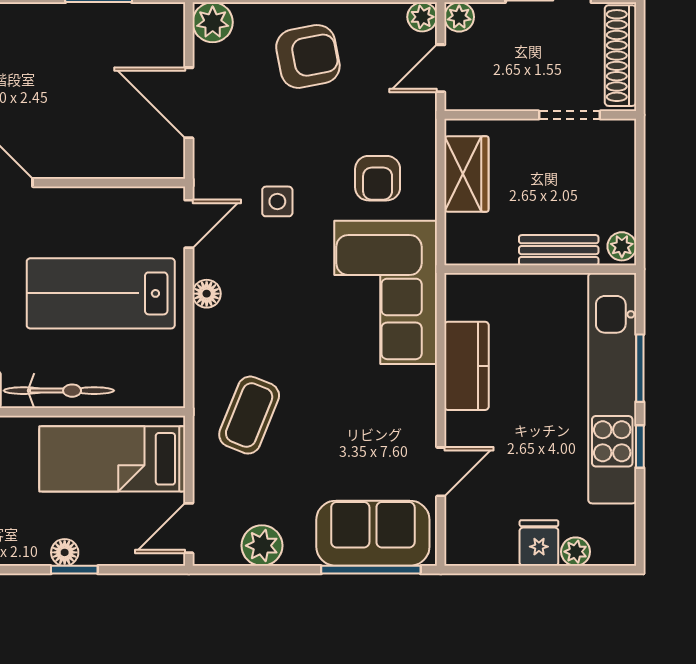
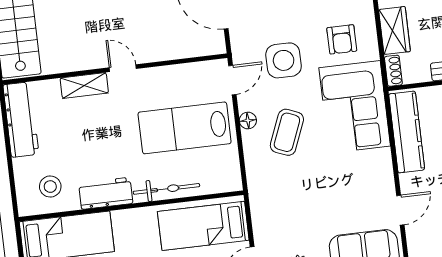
side table: (277, 201) -> (284, 60), width x1.87, depth x1.87
shoe rack: (457, 240) -> (393, 71), added
kitchen counter: (467, 366) -> (407, 132), width x1.50
coffee table: (249, 415) -> (287, 132), moved

